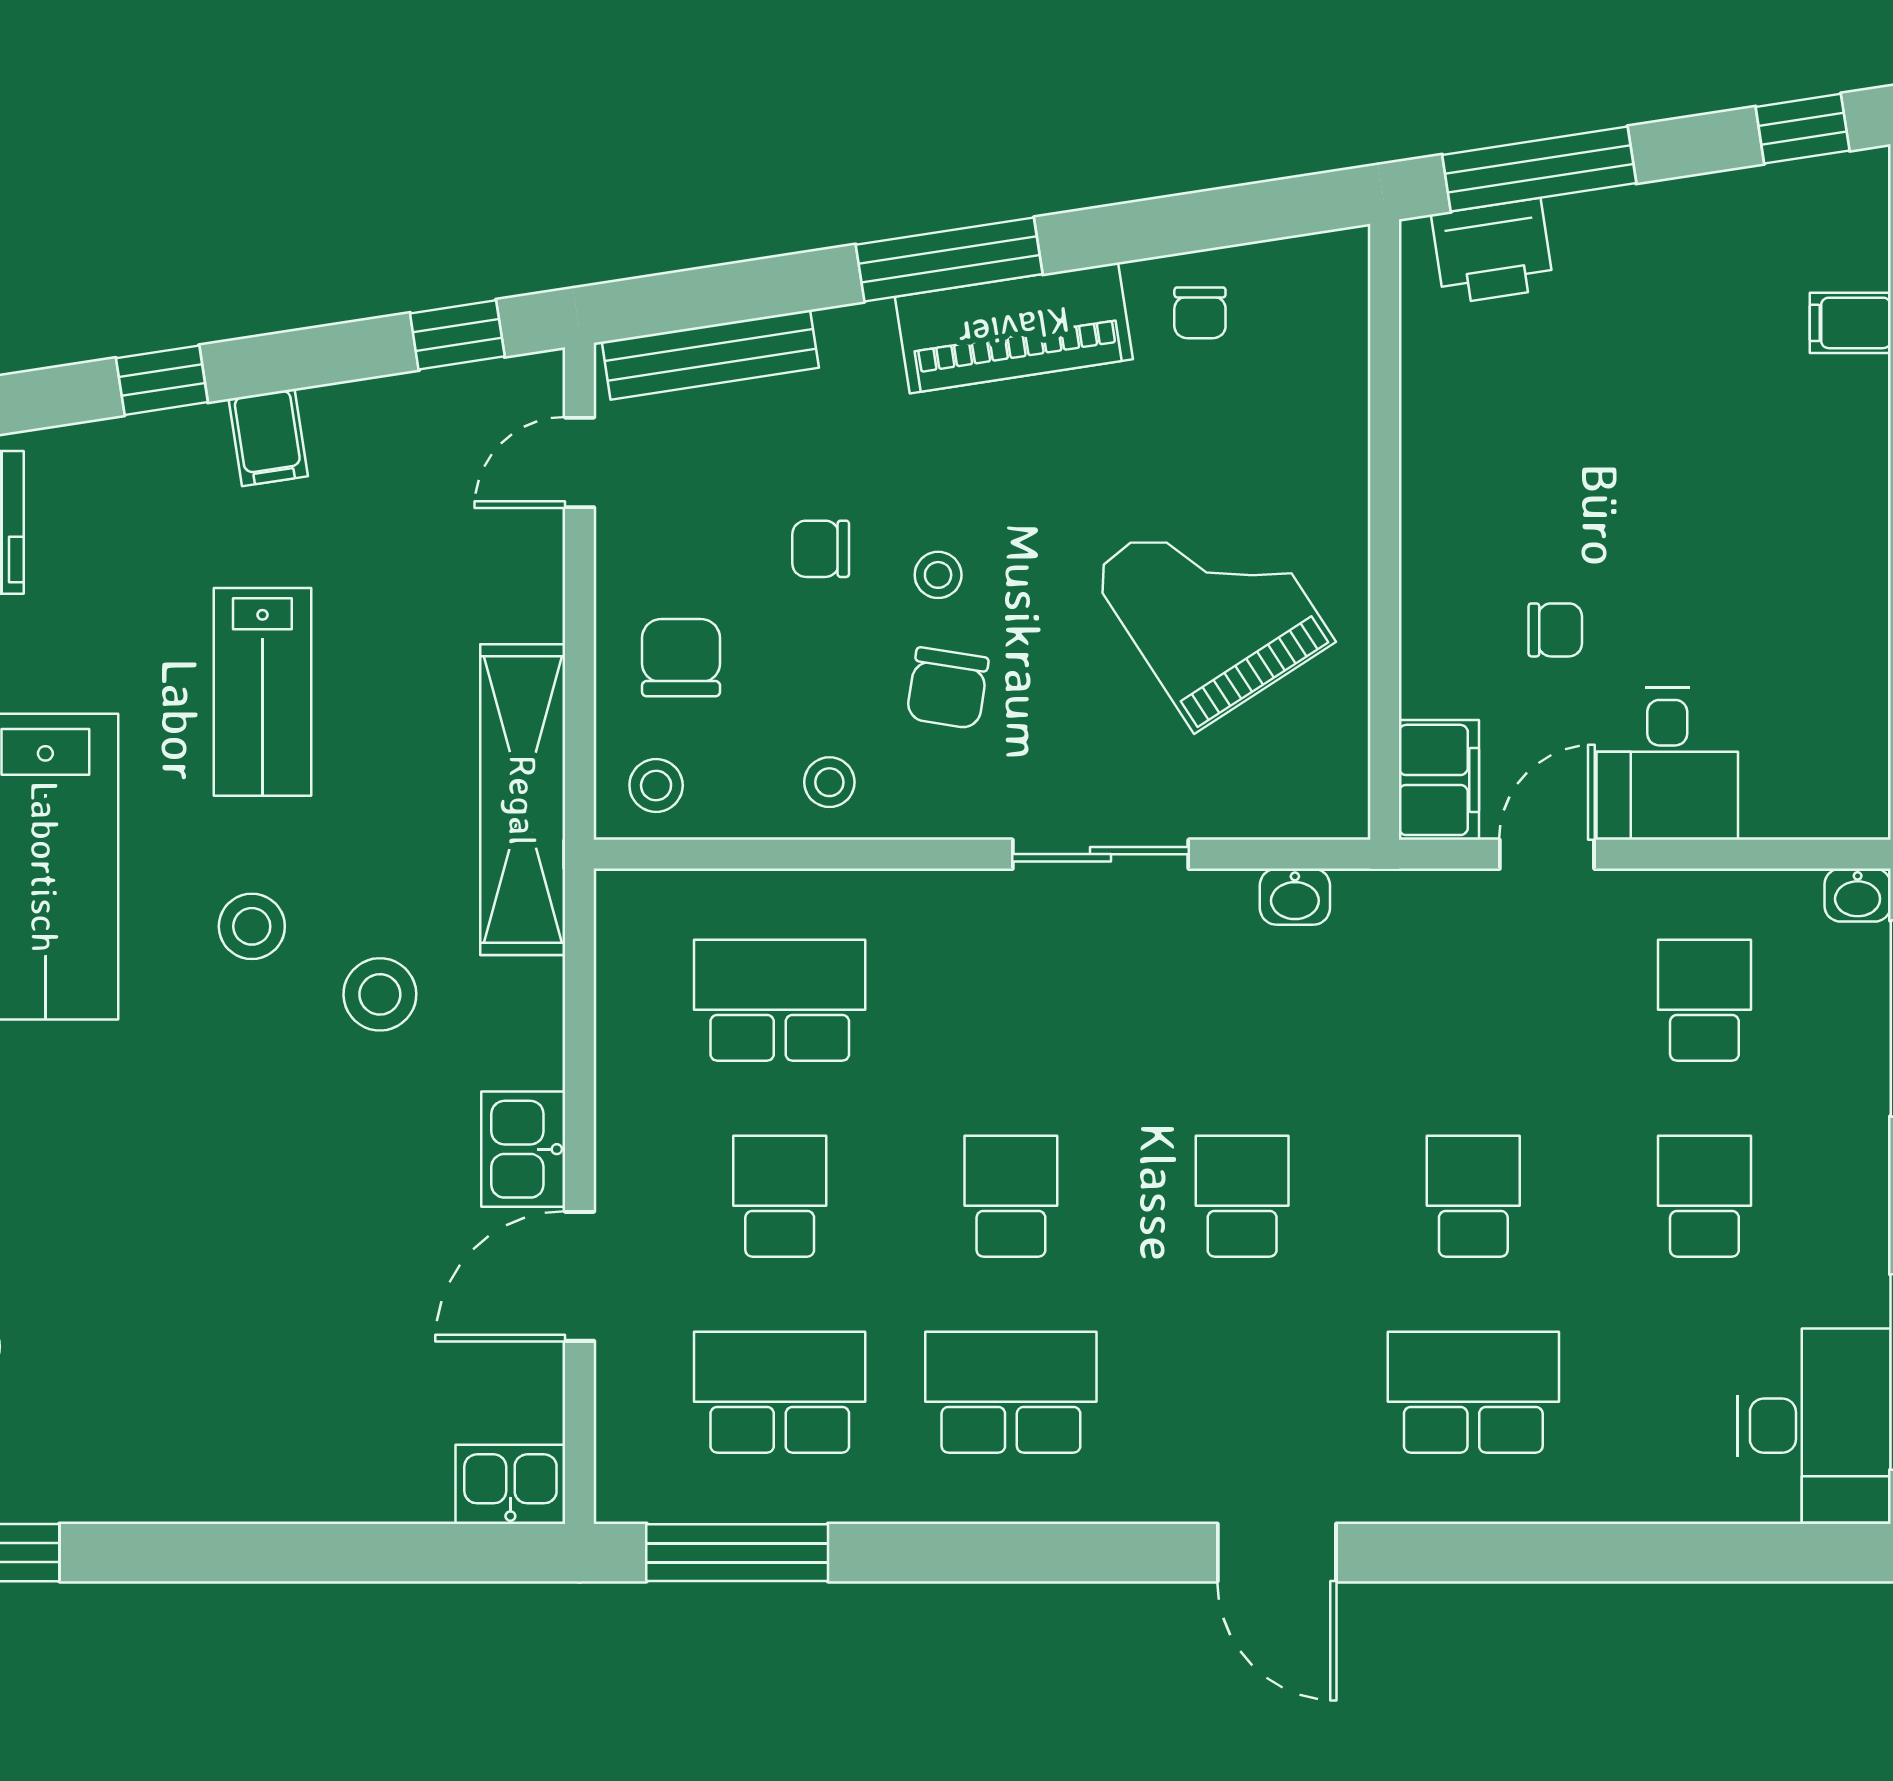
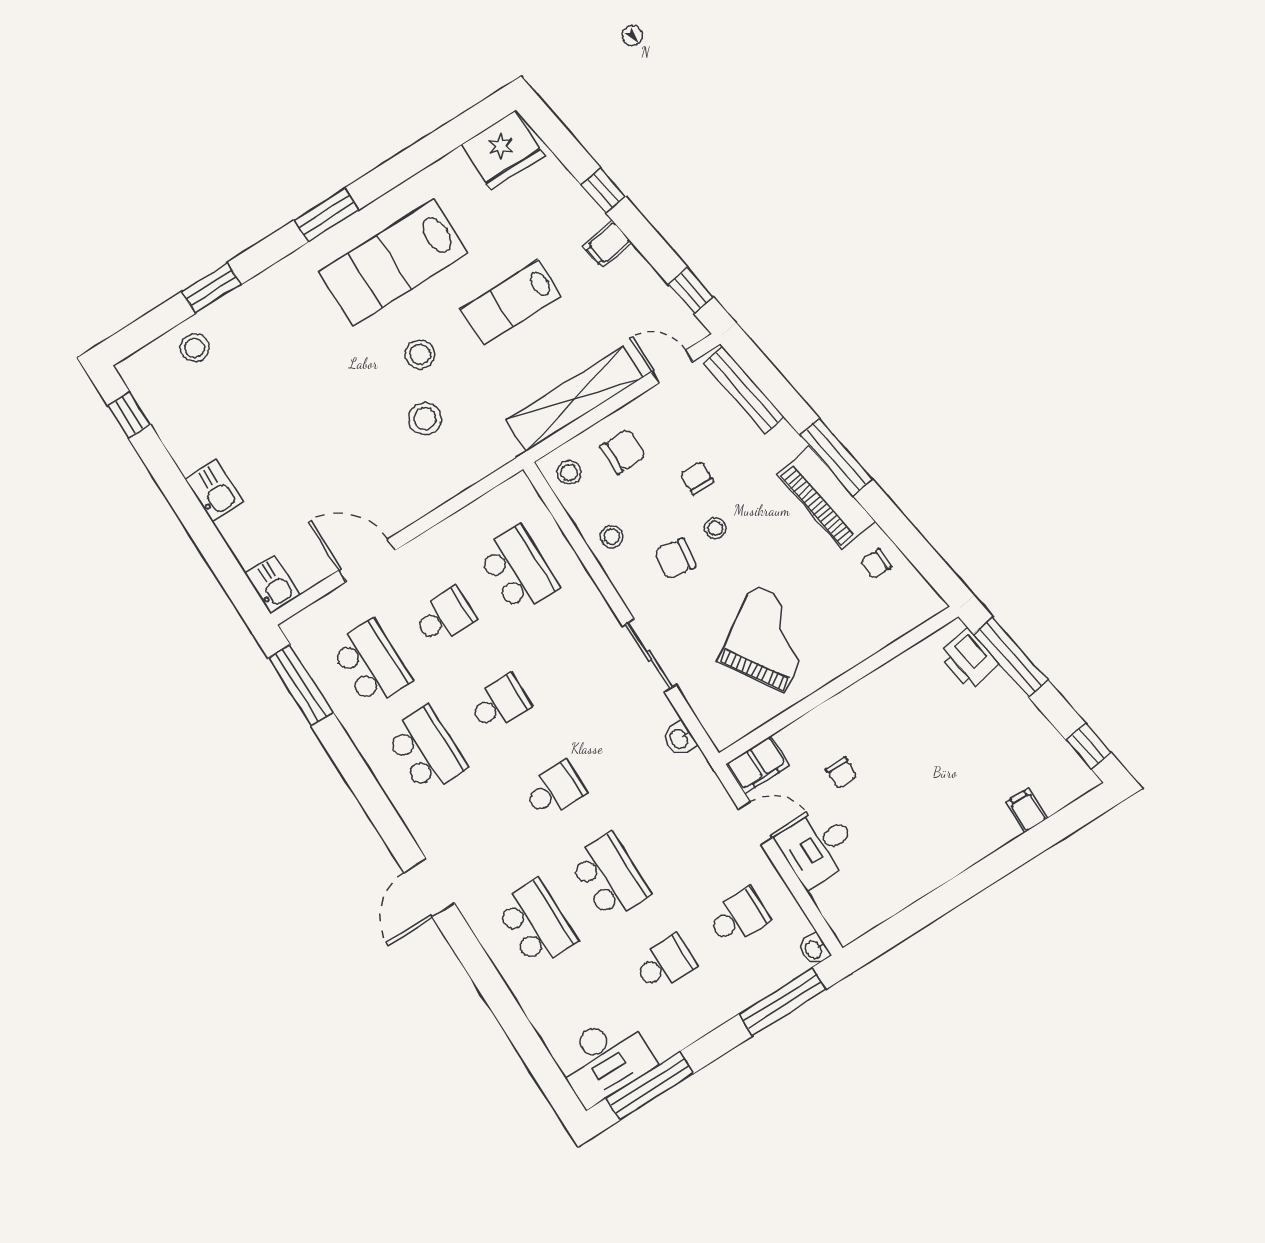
shelving: (523, 800) -> (575, 399), moved
kitchen sink: (523, 1149) -> (214, 490), moved, turned 90
school desk: (1473, 1196) -> (610, 877), width x1.85

